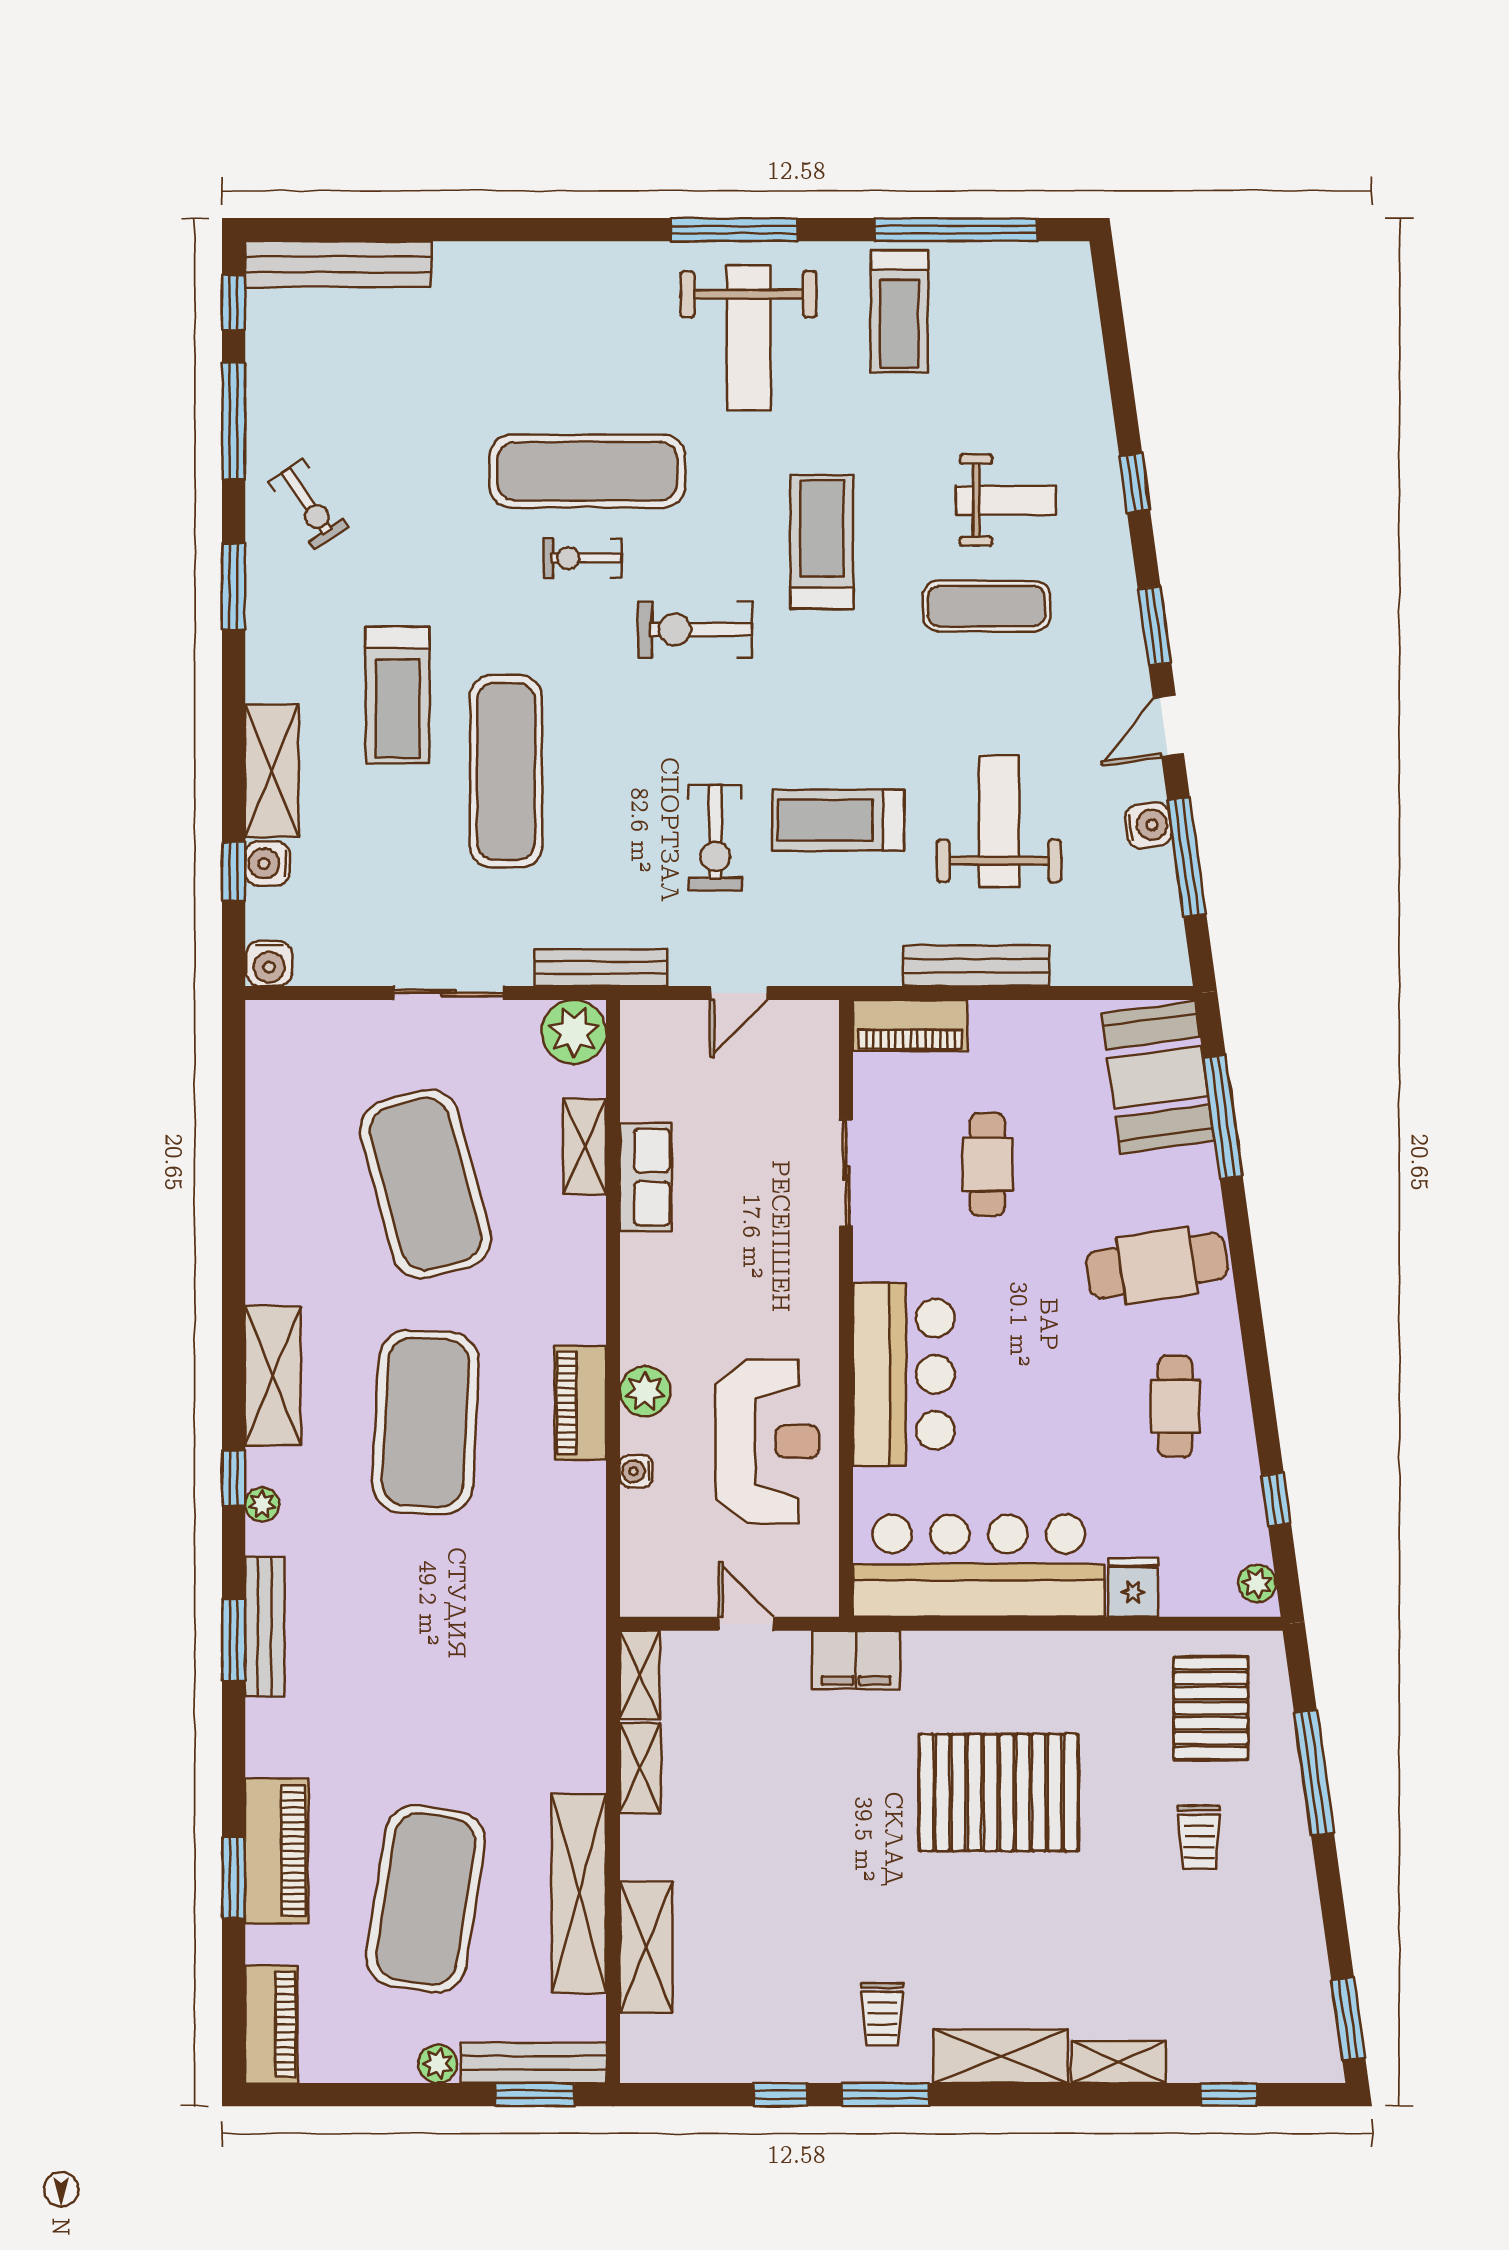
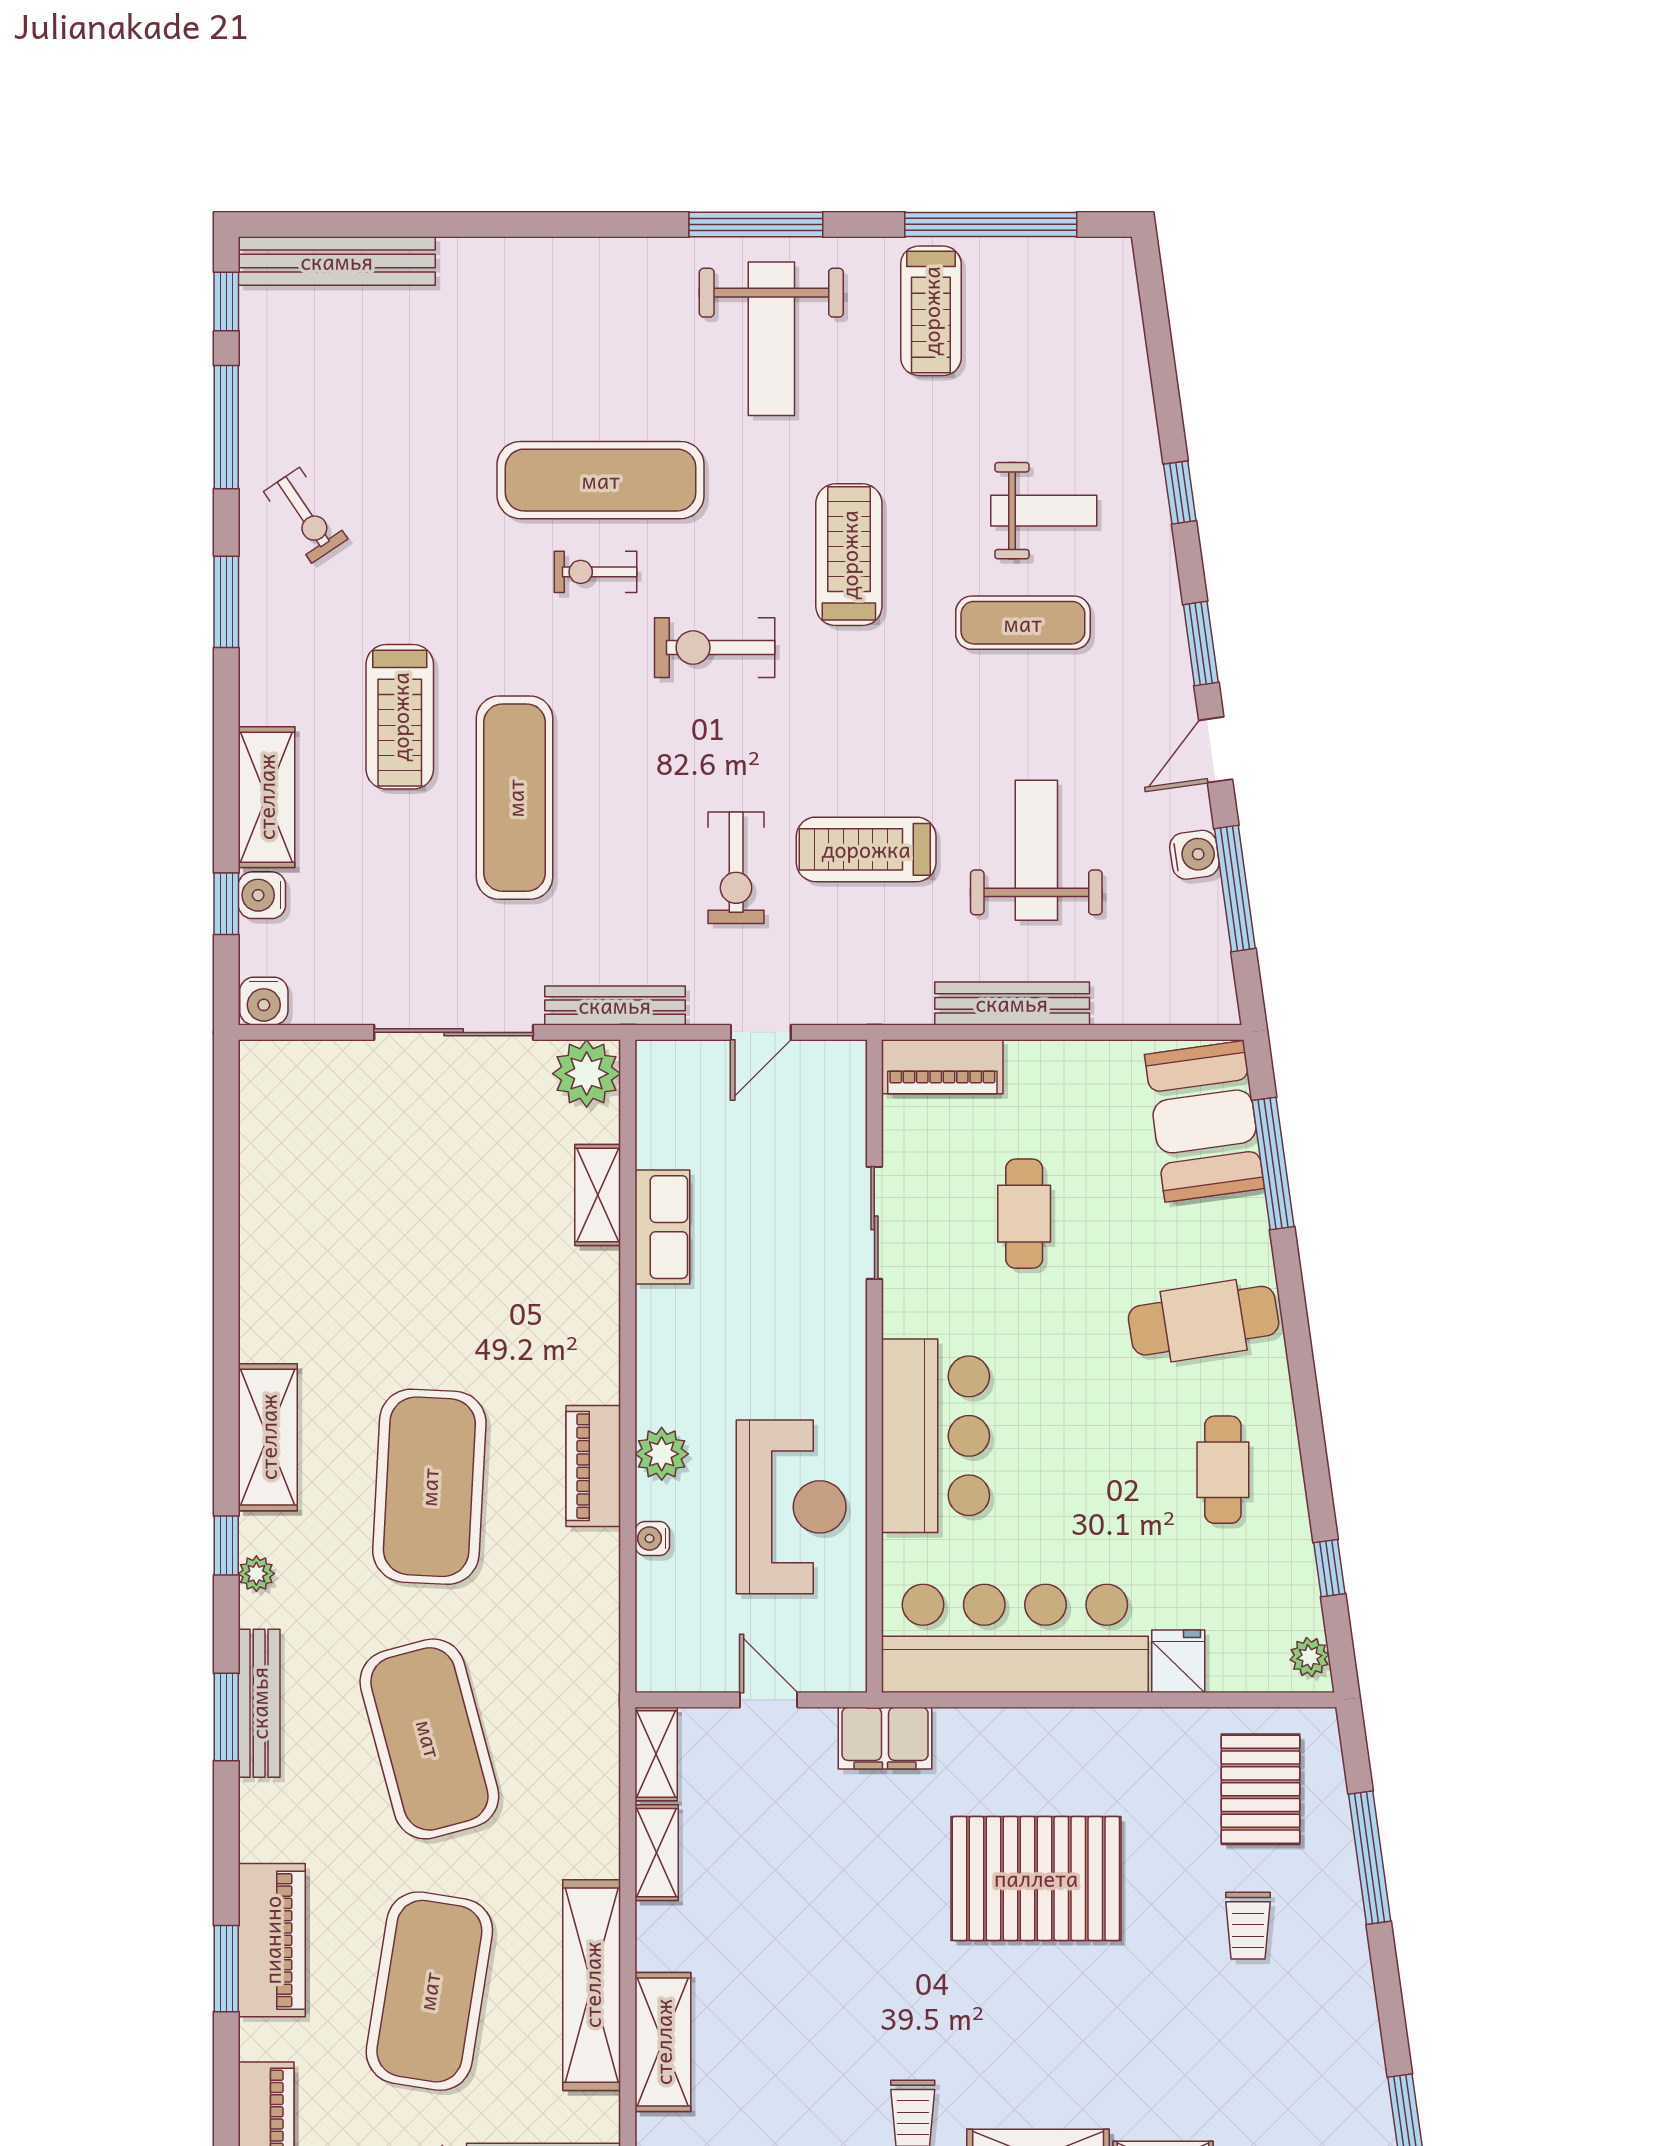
sliding door: (448, 993) -> (454, 1032), width x1.37
exercise mat: (426, 1184) -> (429, 1739), moved

